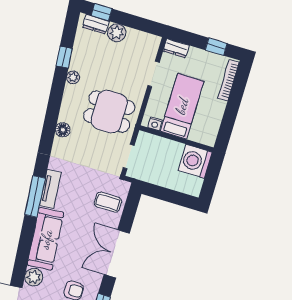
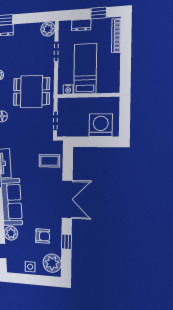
plant: (117, 33) -> (48, 29), moved
dresser: (176, 48) -> (81, 25), moved
washing machine: (195, 161) -> (101, 125), moved, turned 90
double door: (117, 254) -> (67, 199), swing flipped

